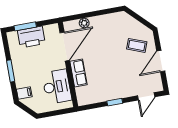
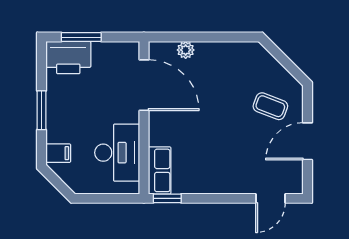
printer: (31, 37) -> (68, 58), moved
door: (65, 47) -> (144, 85), hinge flipped
row of seats: (78, 73) -> (160, 170), moved
window: (115, 102) -> (167, 198), moved

